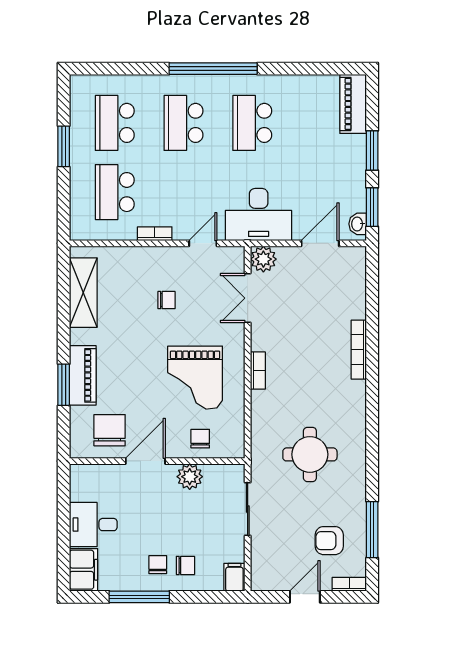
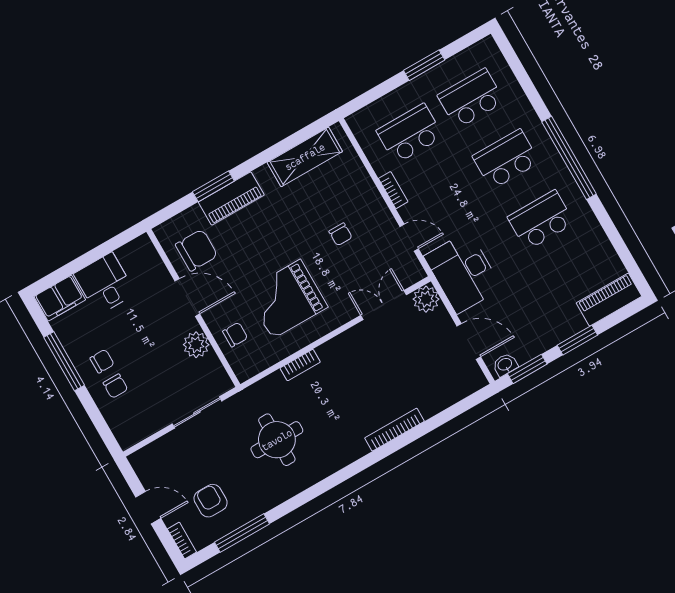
bookcase: (258, 371) -> (300, 365), moved
filing cabinet: (234, 577) -> (130, 435), removed

